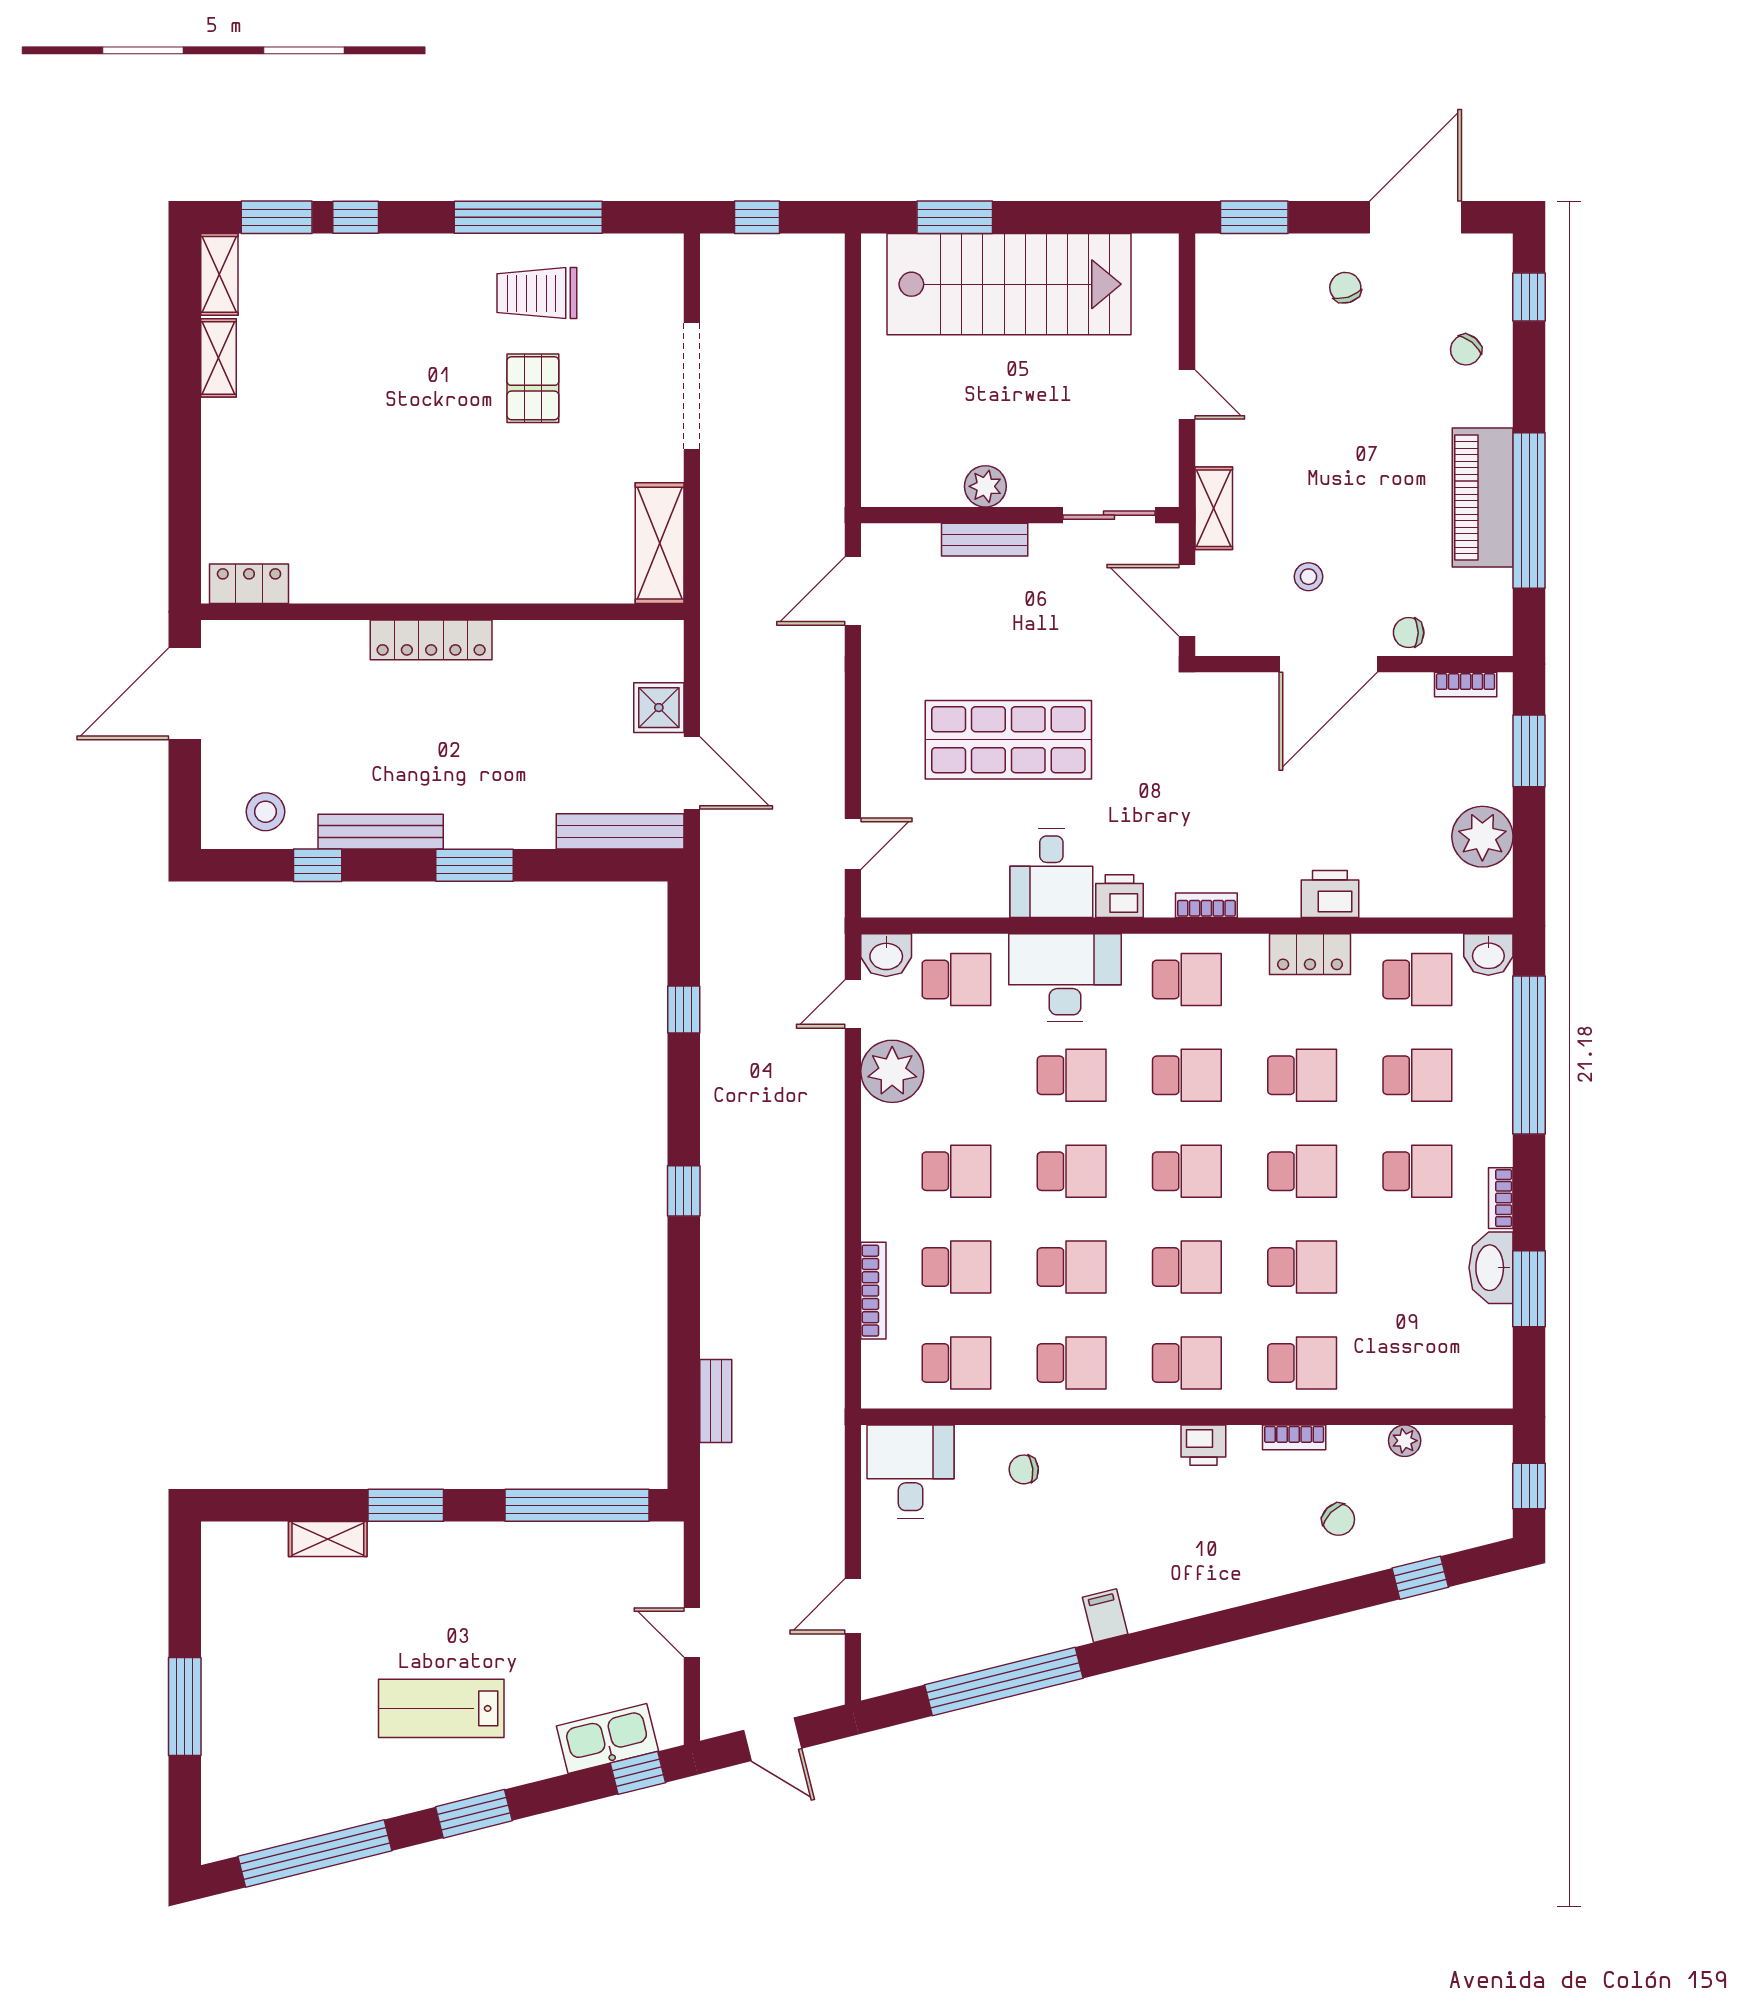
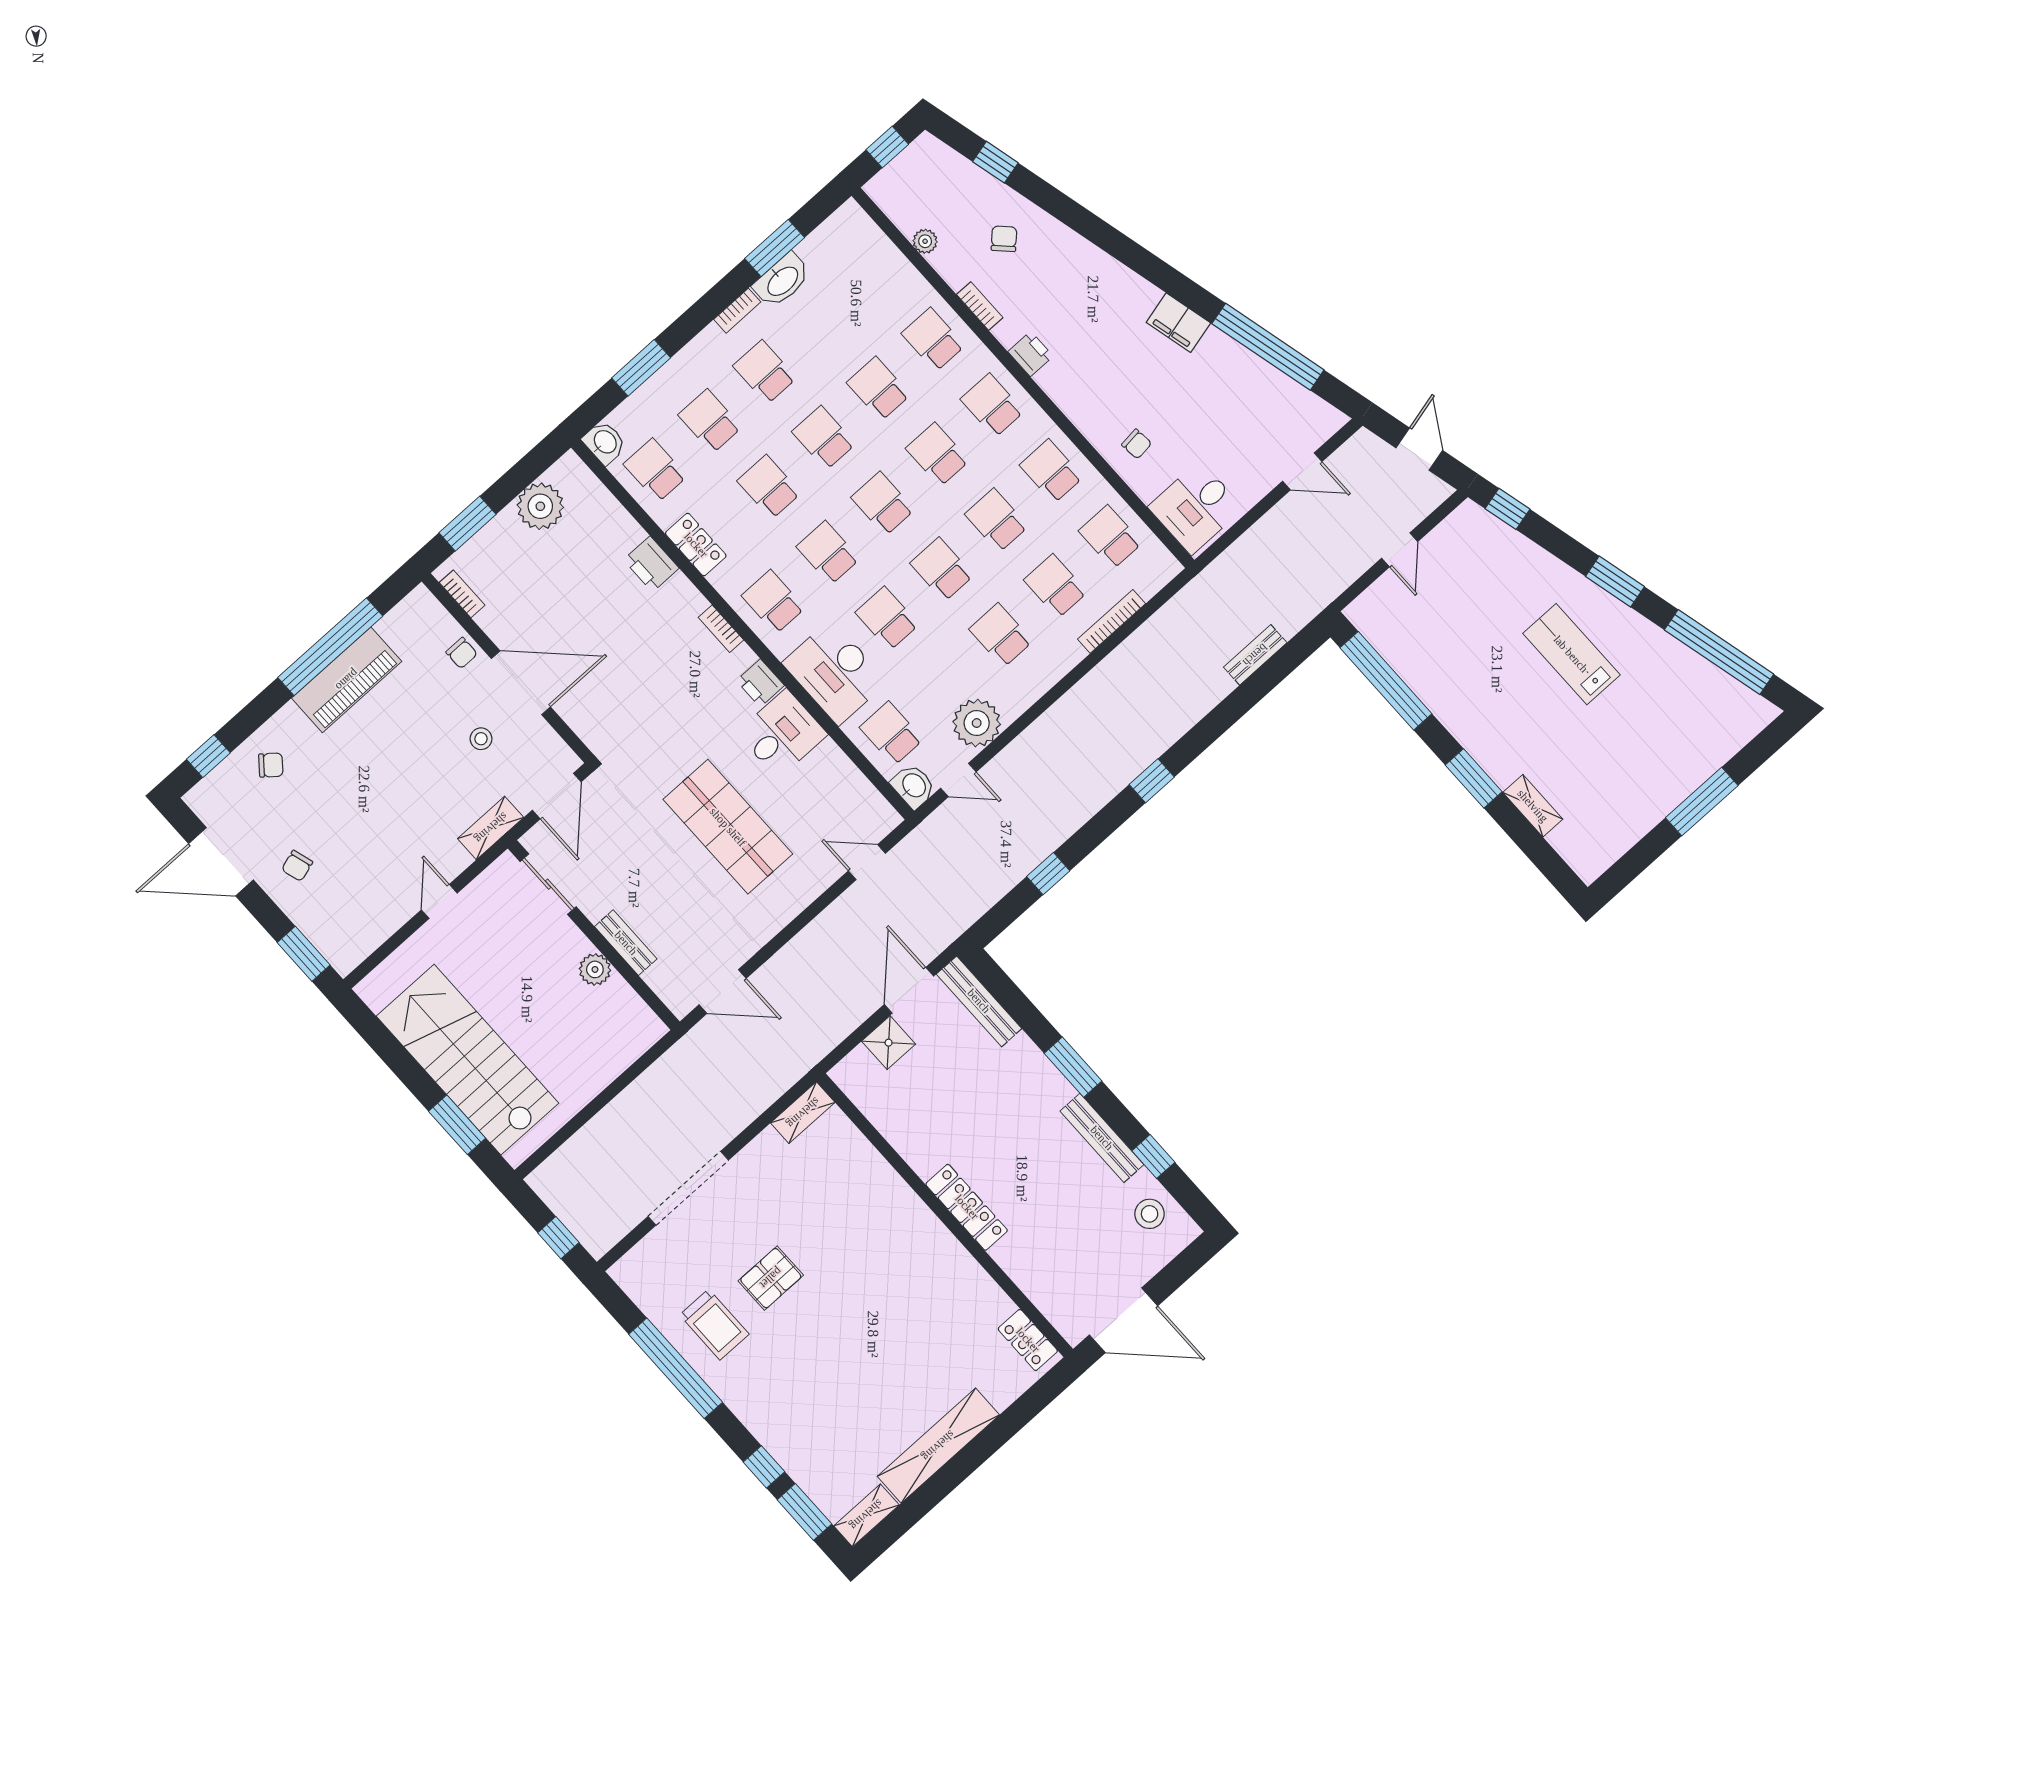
shelving: (219, 358) -> (938, 1446), width x2.20, depth x1.33
shelving: (660, 543) -> (803, 1113), width x0.67, depth x0.75
window: (1529, 1055) -> (641, 368), width x0.47
filing cabinet: (1105, 1616) -> (1178, 323), width x2.00
lab bench: (441, 1708) -> (1571, 654), turned 180
kitchen sink: (607, 1739) -> (1504, 544), removed

